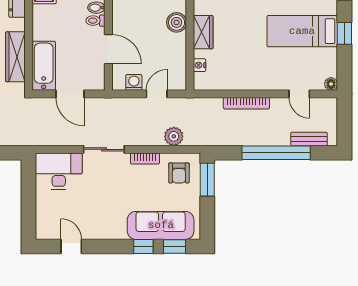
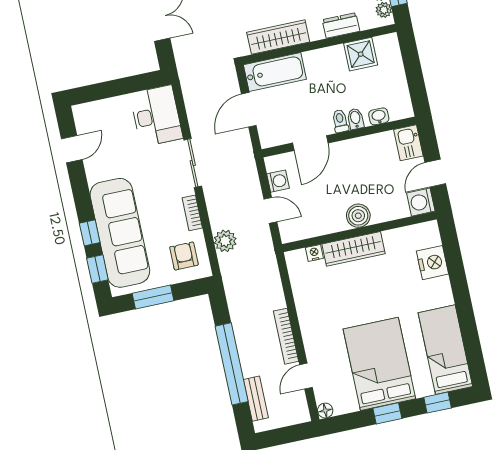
bed: (302, 31) -> (379, 364), width x1.50
wardrobe: (203, 32) -> (354, 249), width x1.50
bookcase: (246, 103) -> (286, 336), moved
armchair: (179, 173) -> (184, 256), turned 90
window: (207, 180) -> (153, 297), moved
sofa: (161, 225) -> (120, 233), width x1.36, depth x1.27

